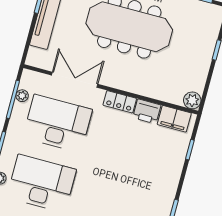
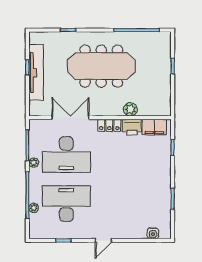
plant: (22, 96) -> (34, 163), moved
plant: (192, 100) -> (130, 109), moved
desk: (58, 123) -> (66, 155), turned 180

